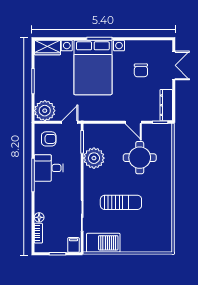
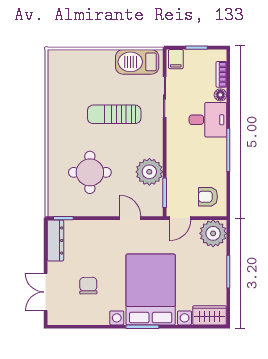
door: (133, 122) -> (130, 218), moved
desk: (49, 168) -> (208, 120), moved

